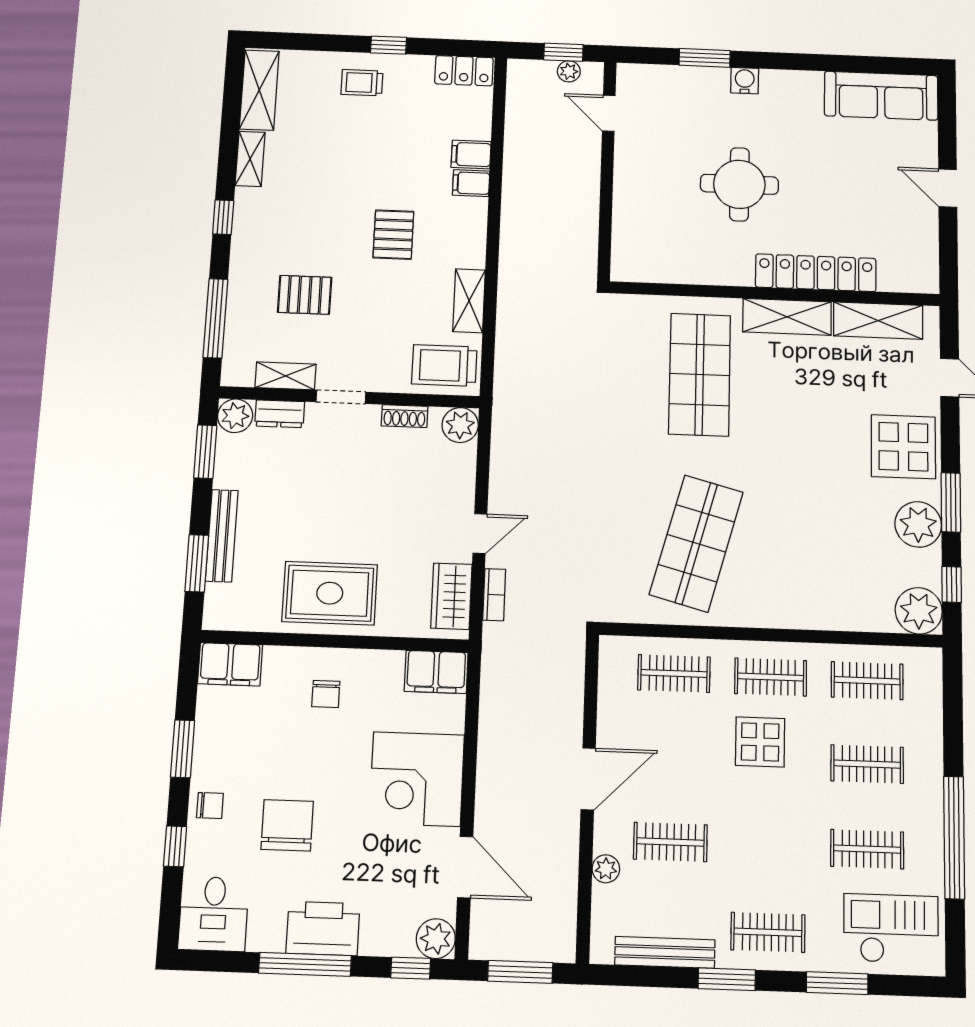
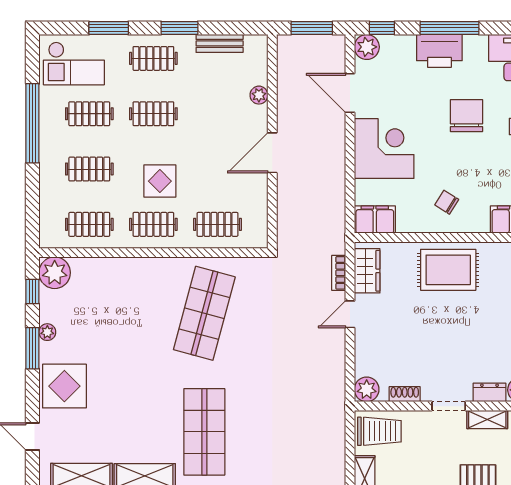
plant: (918, 524) -> (47, 332), width x0.53, depth x0.53
chair: (326, 694) -> (447, 202), turned -58
chair: (287, 825) -> (466, 116), turned 180
clothes rail: (670, 842) -> (153, 114), moved
bench: (665, 952) -> (220, 43), width x0.73

